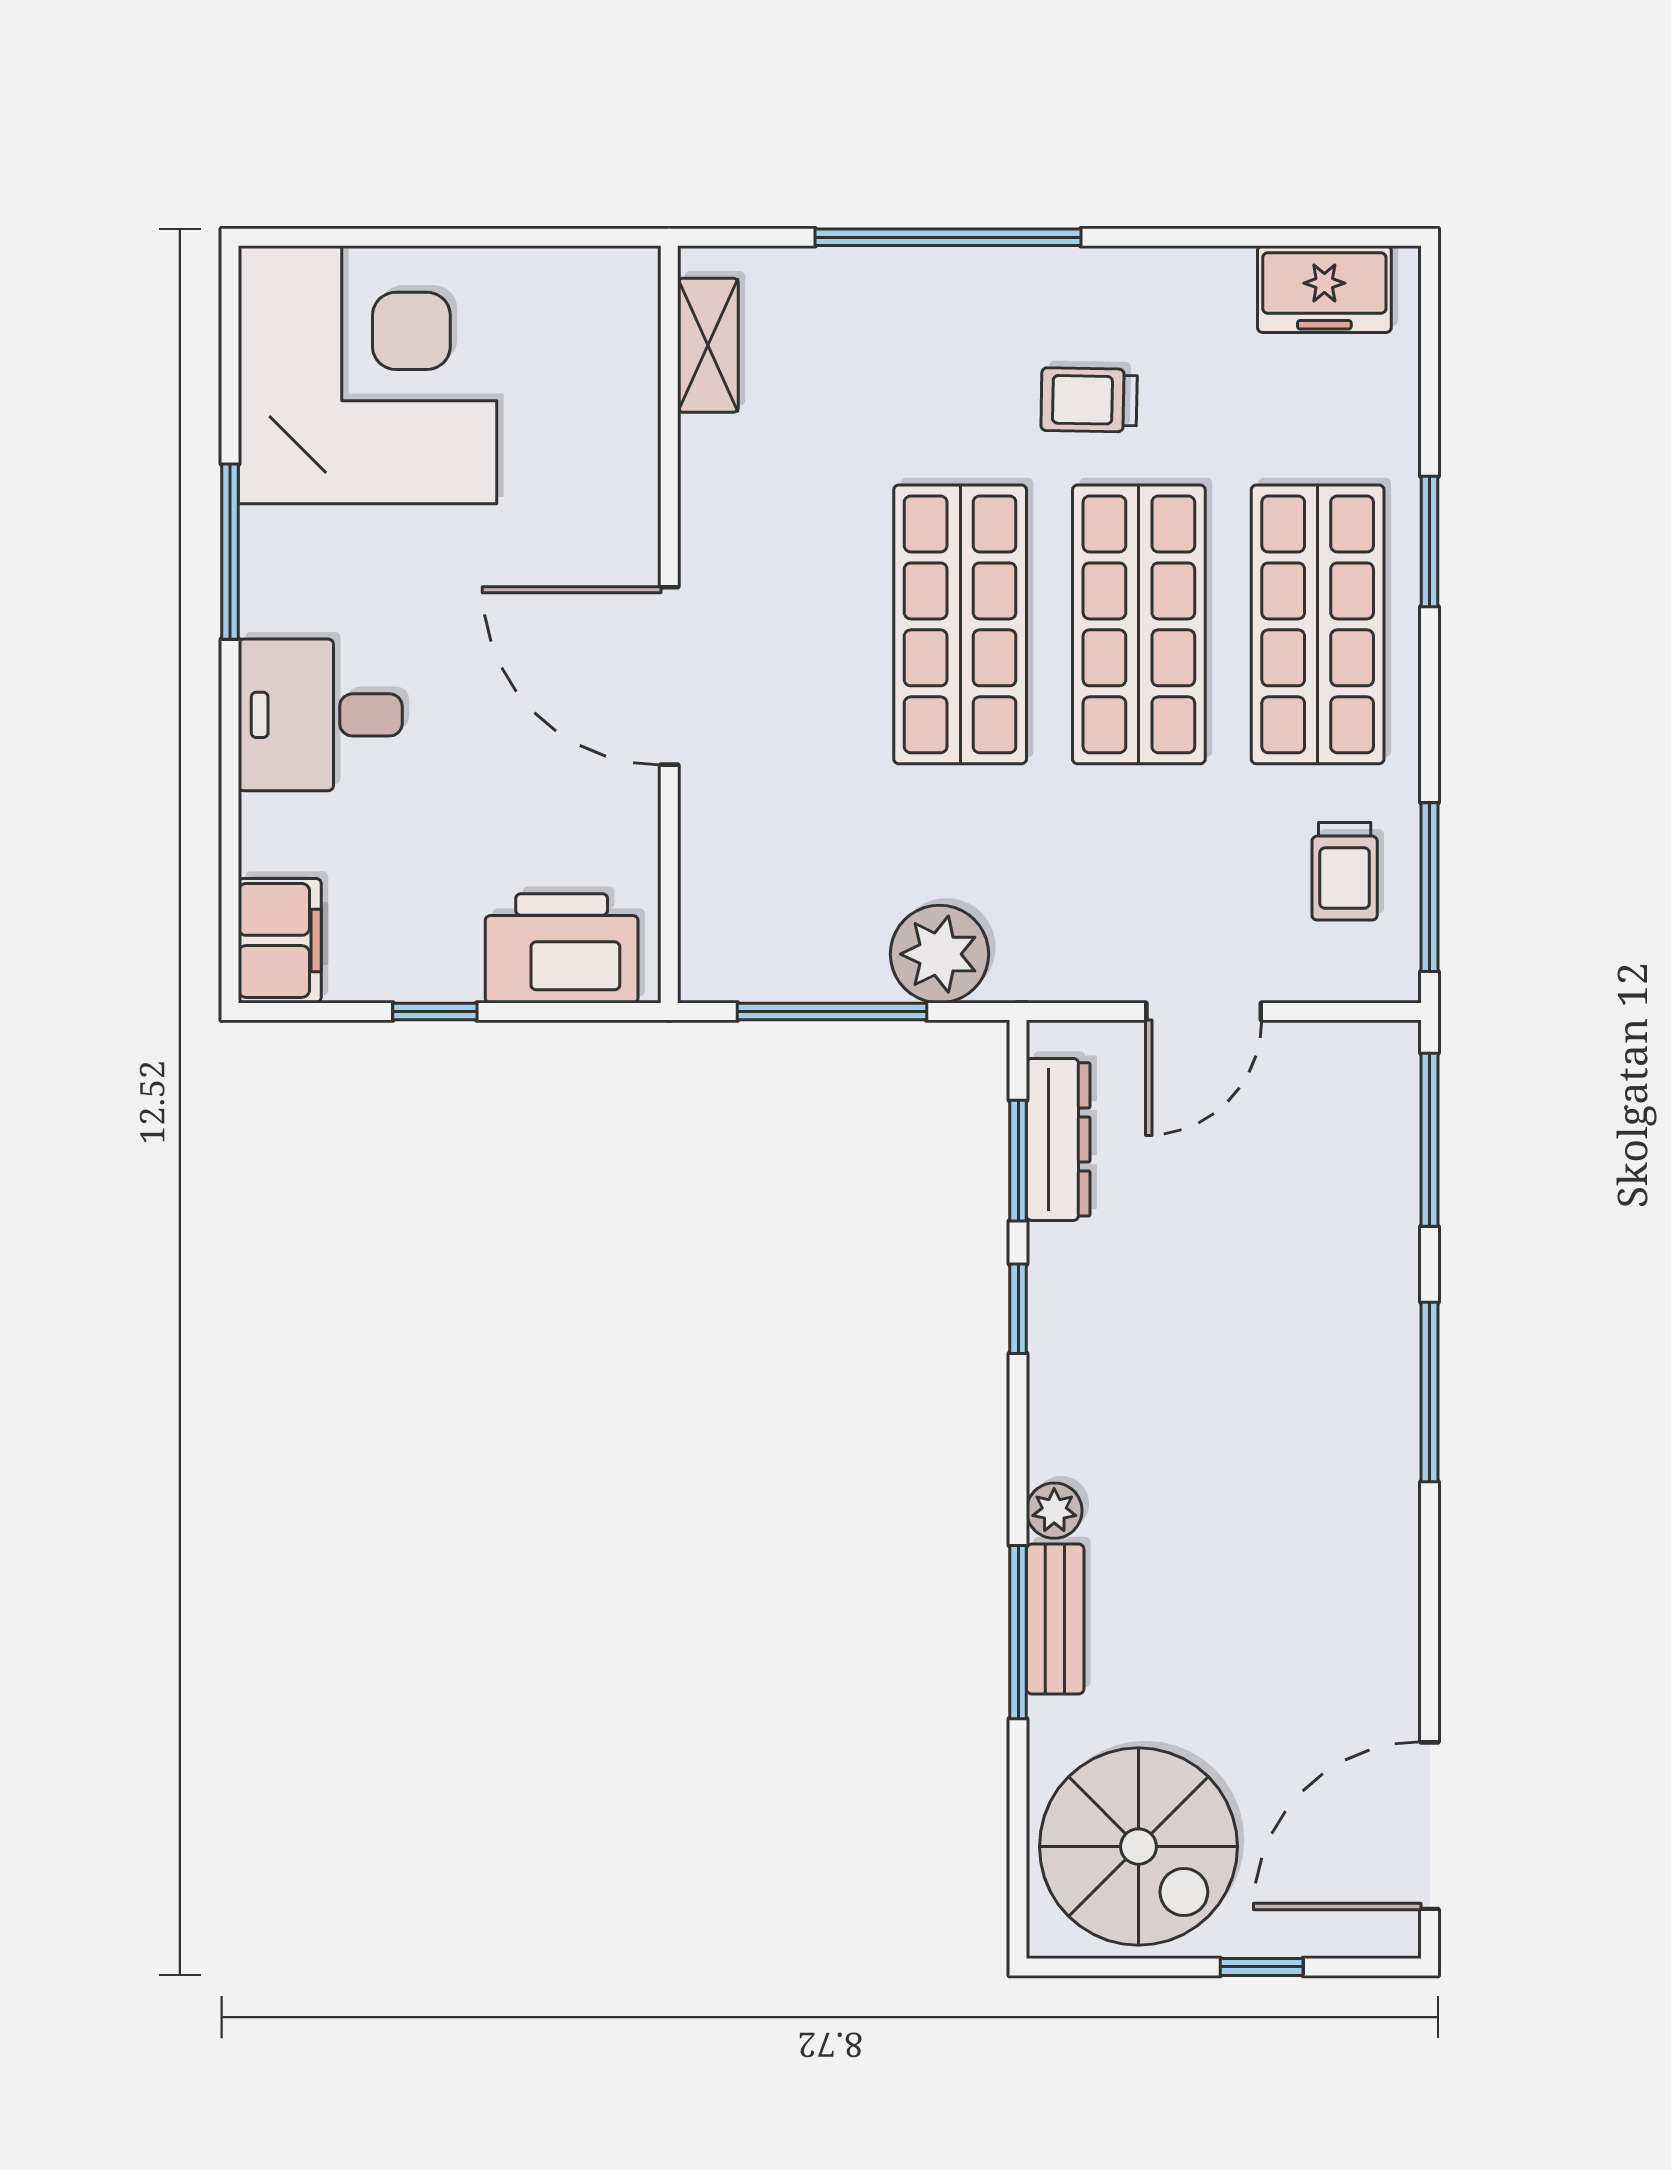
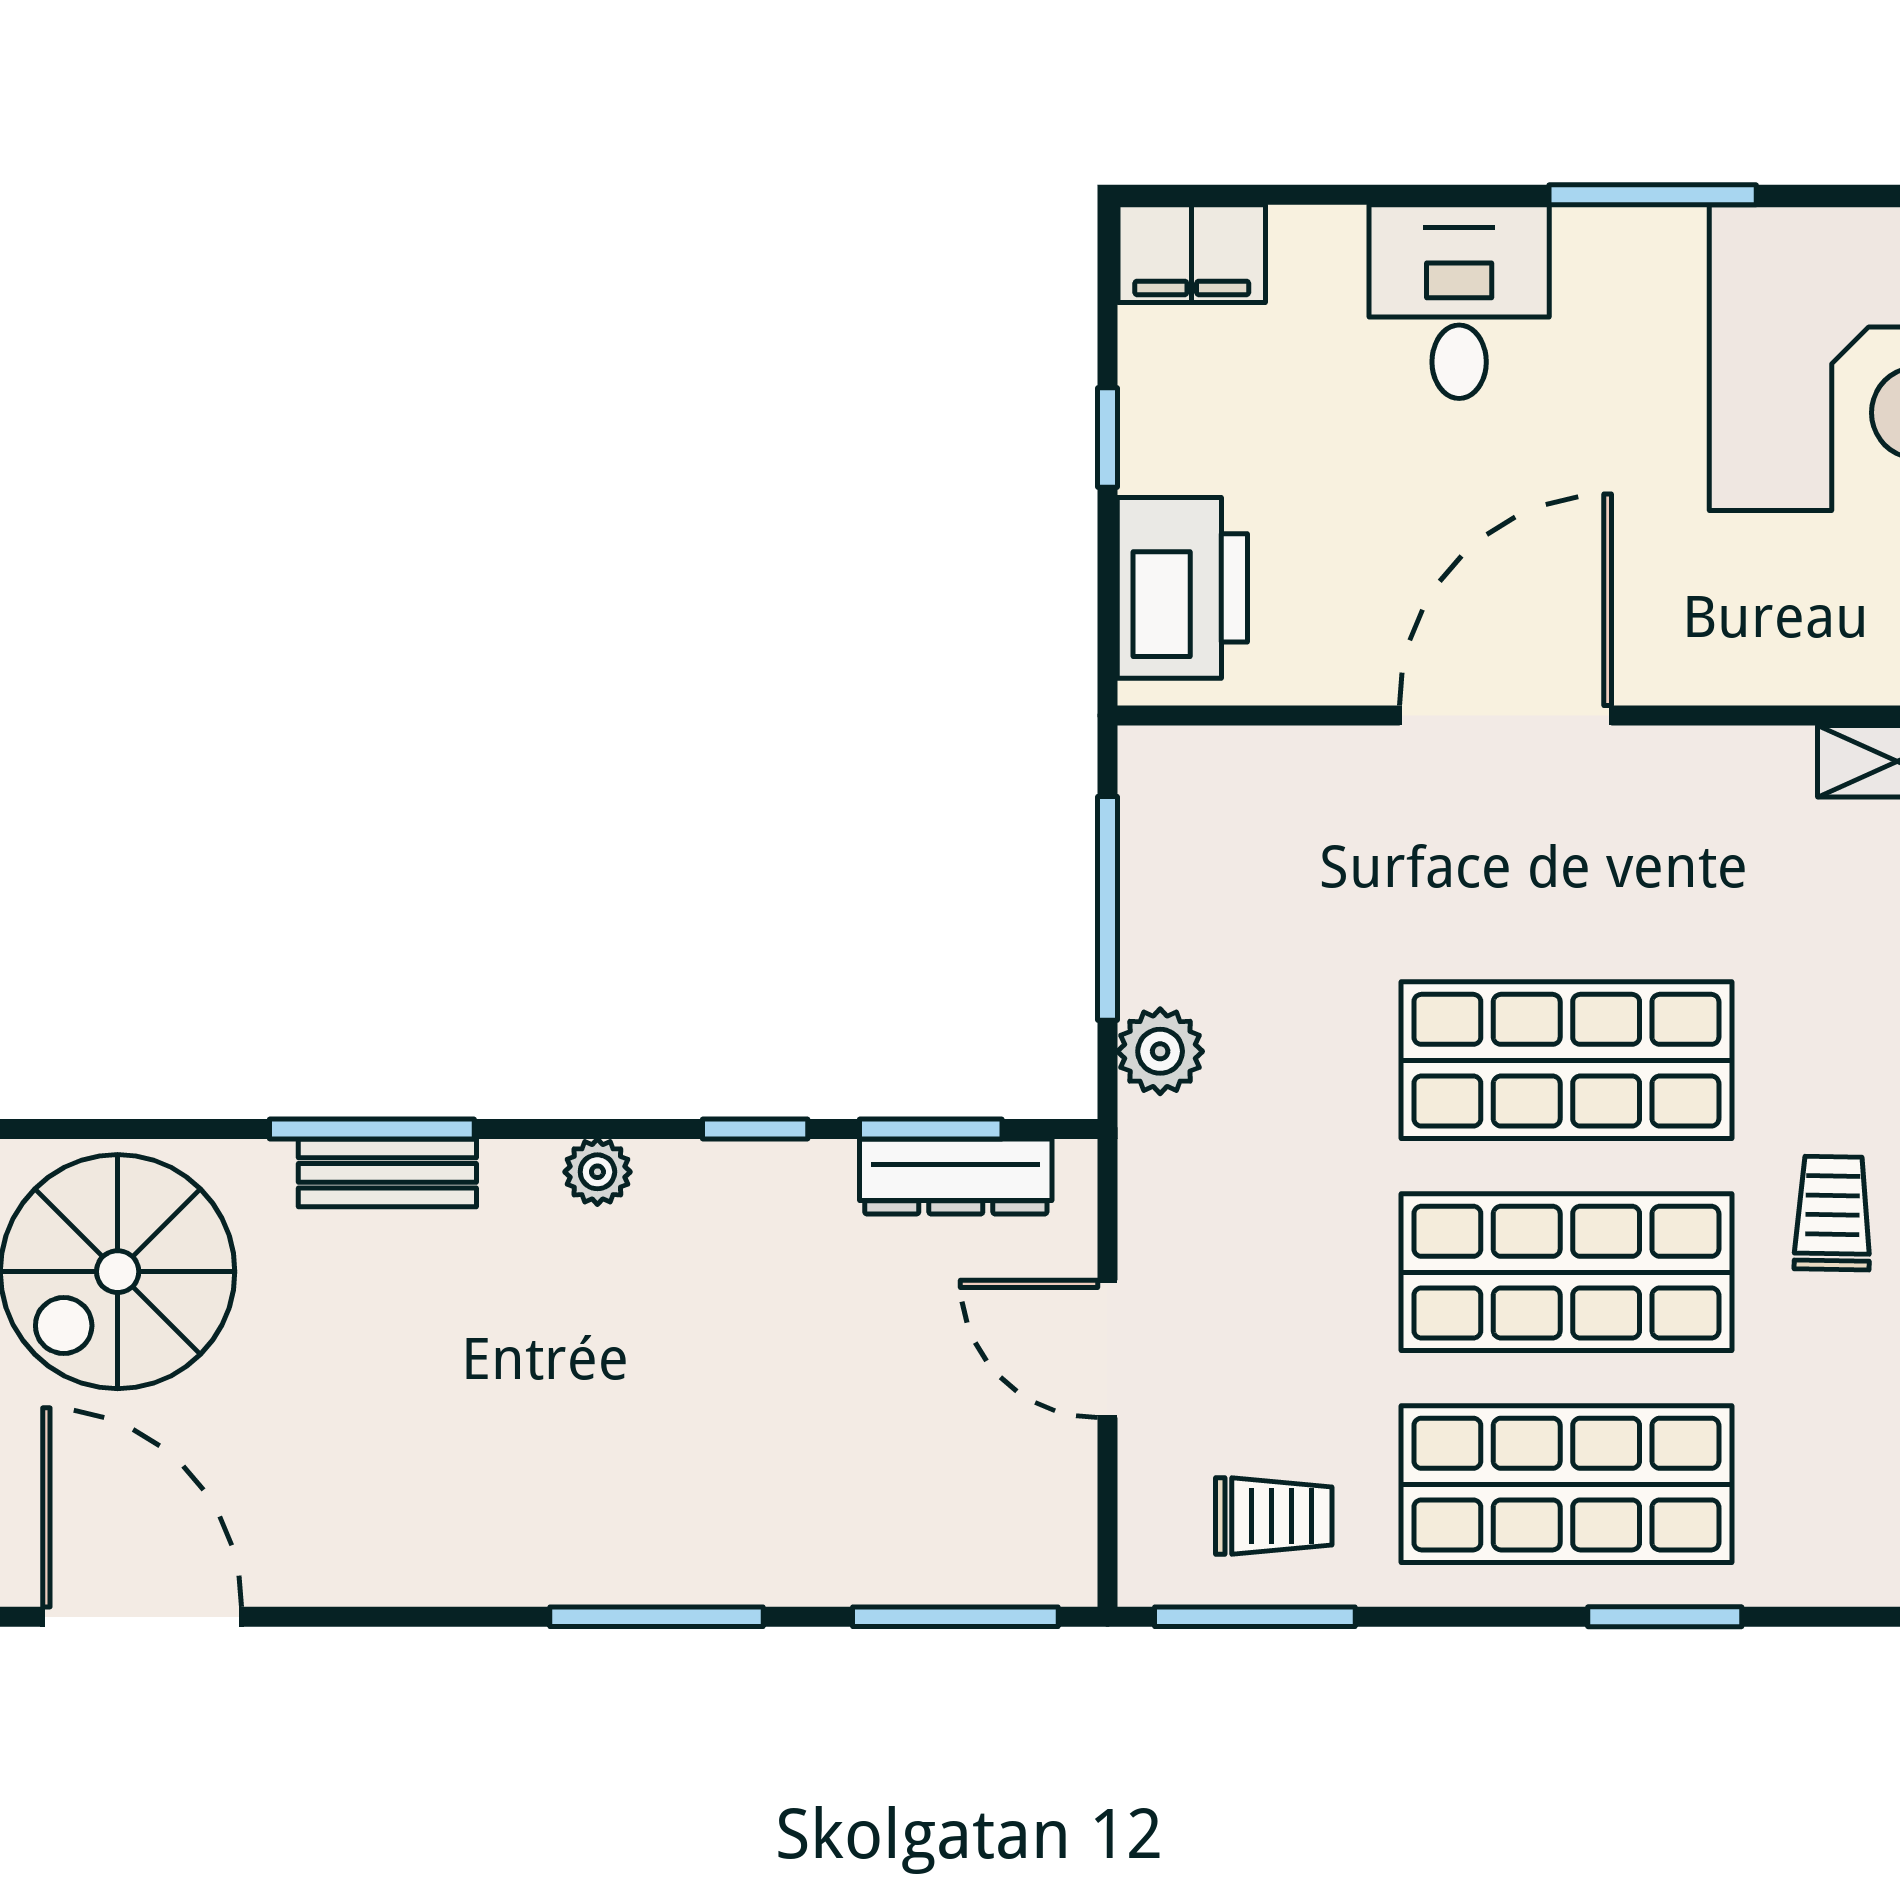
trolley: (1345, 871) -> (1274, 1516), turned 180
plant: (940, 954) -> (1160, 1051), width x0.73, depth x0.73
plant: (1054, 1511) -> (597, 1172), moved

